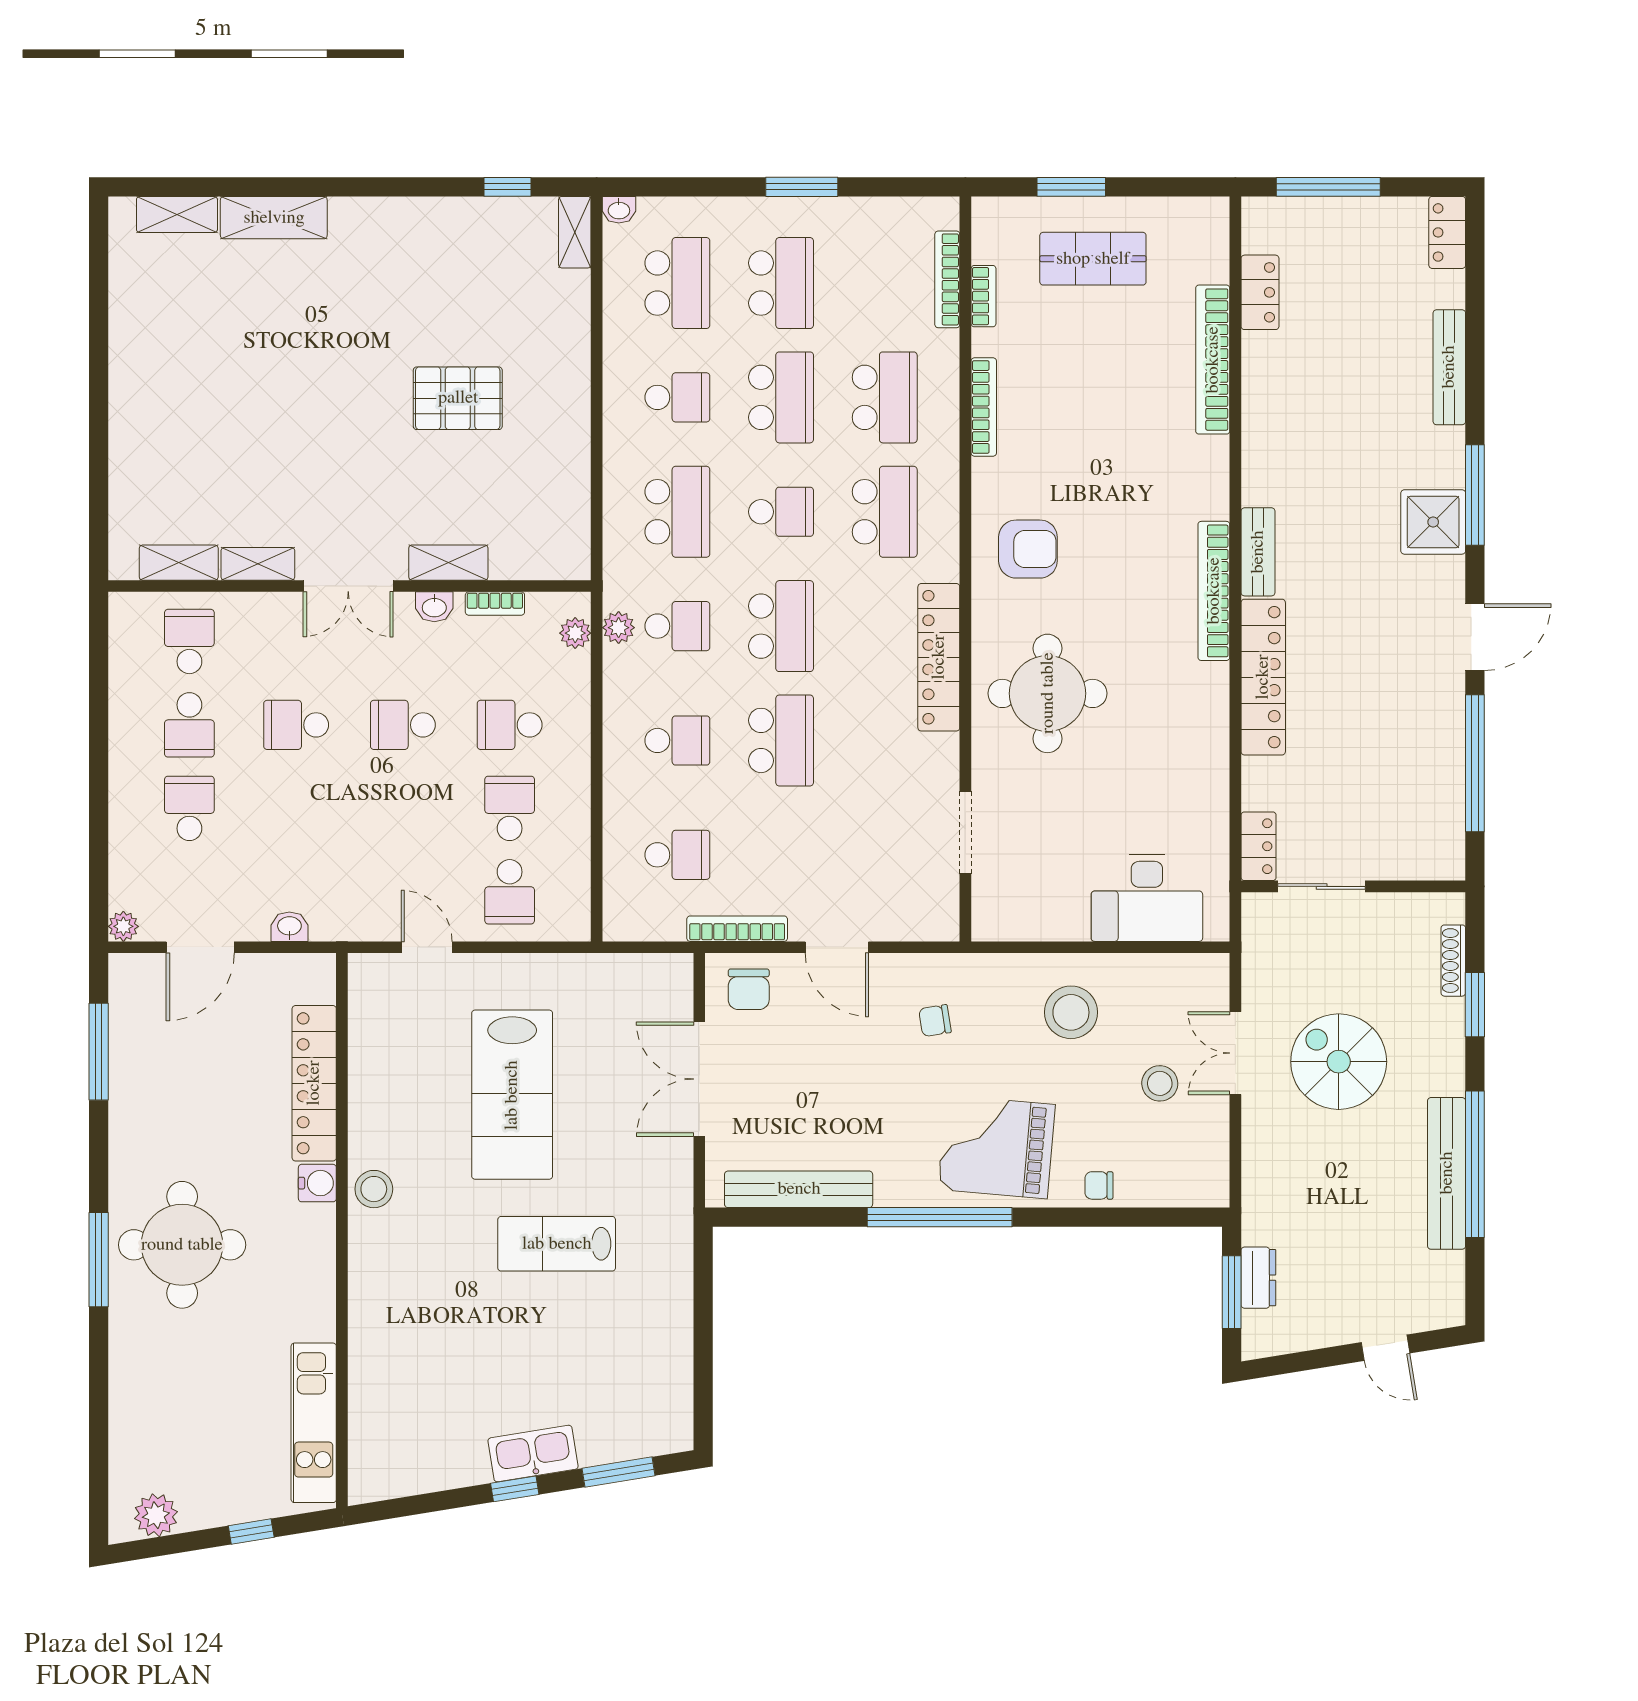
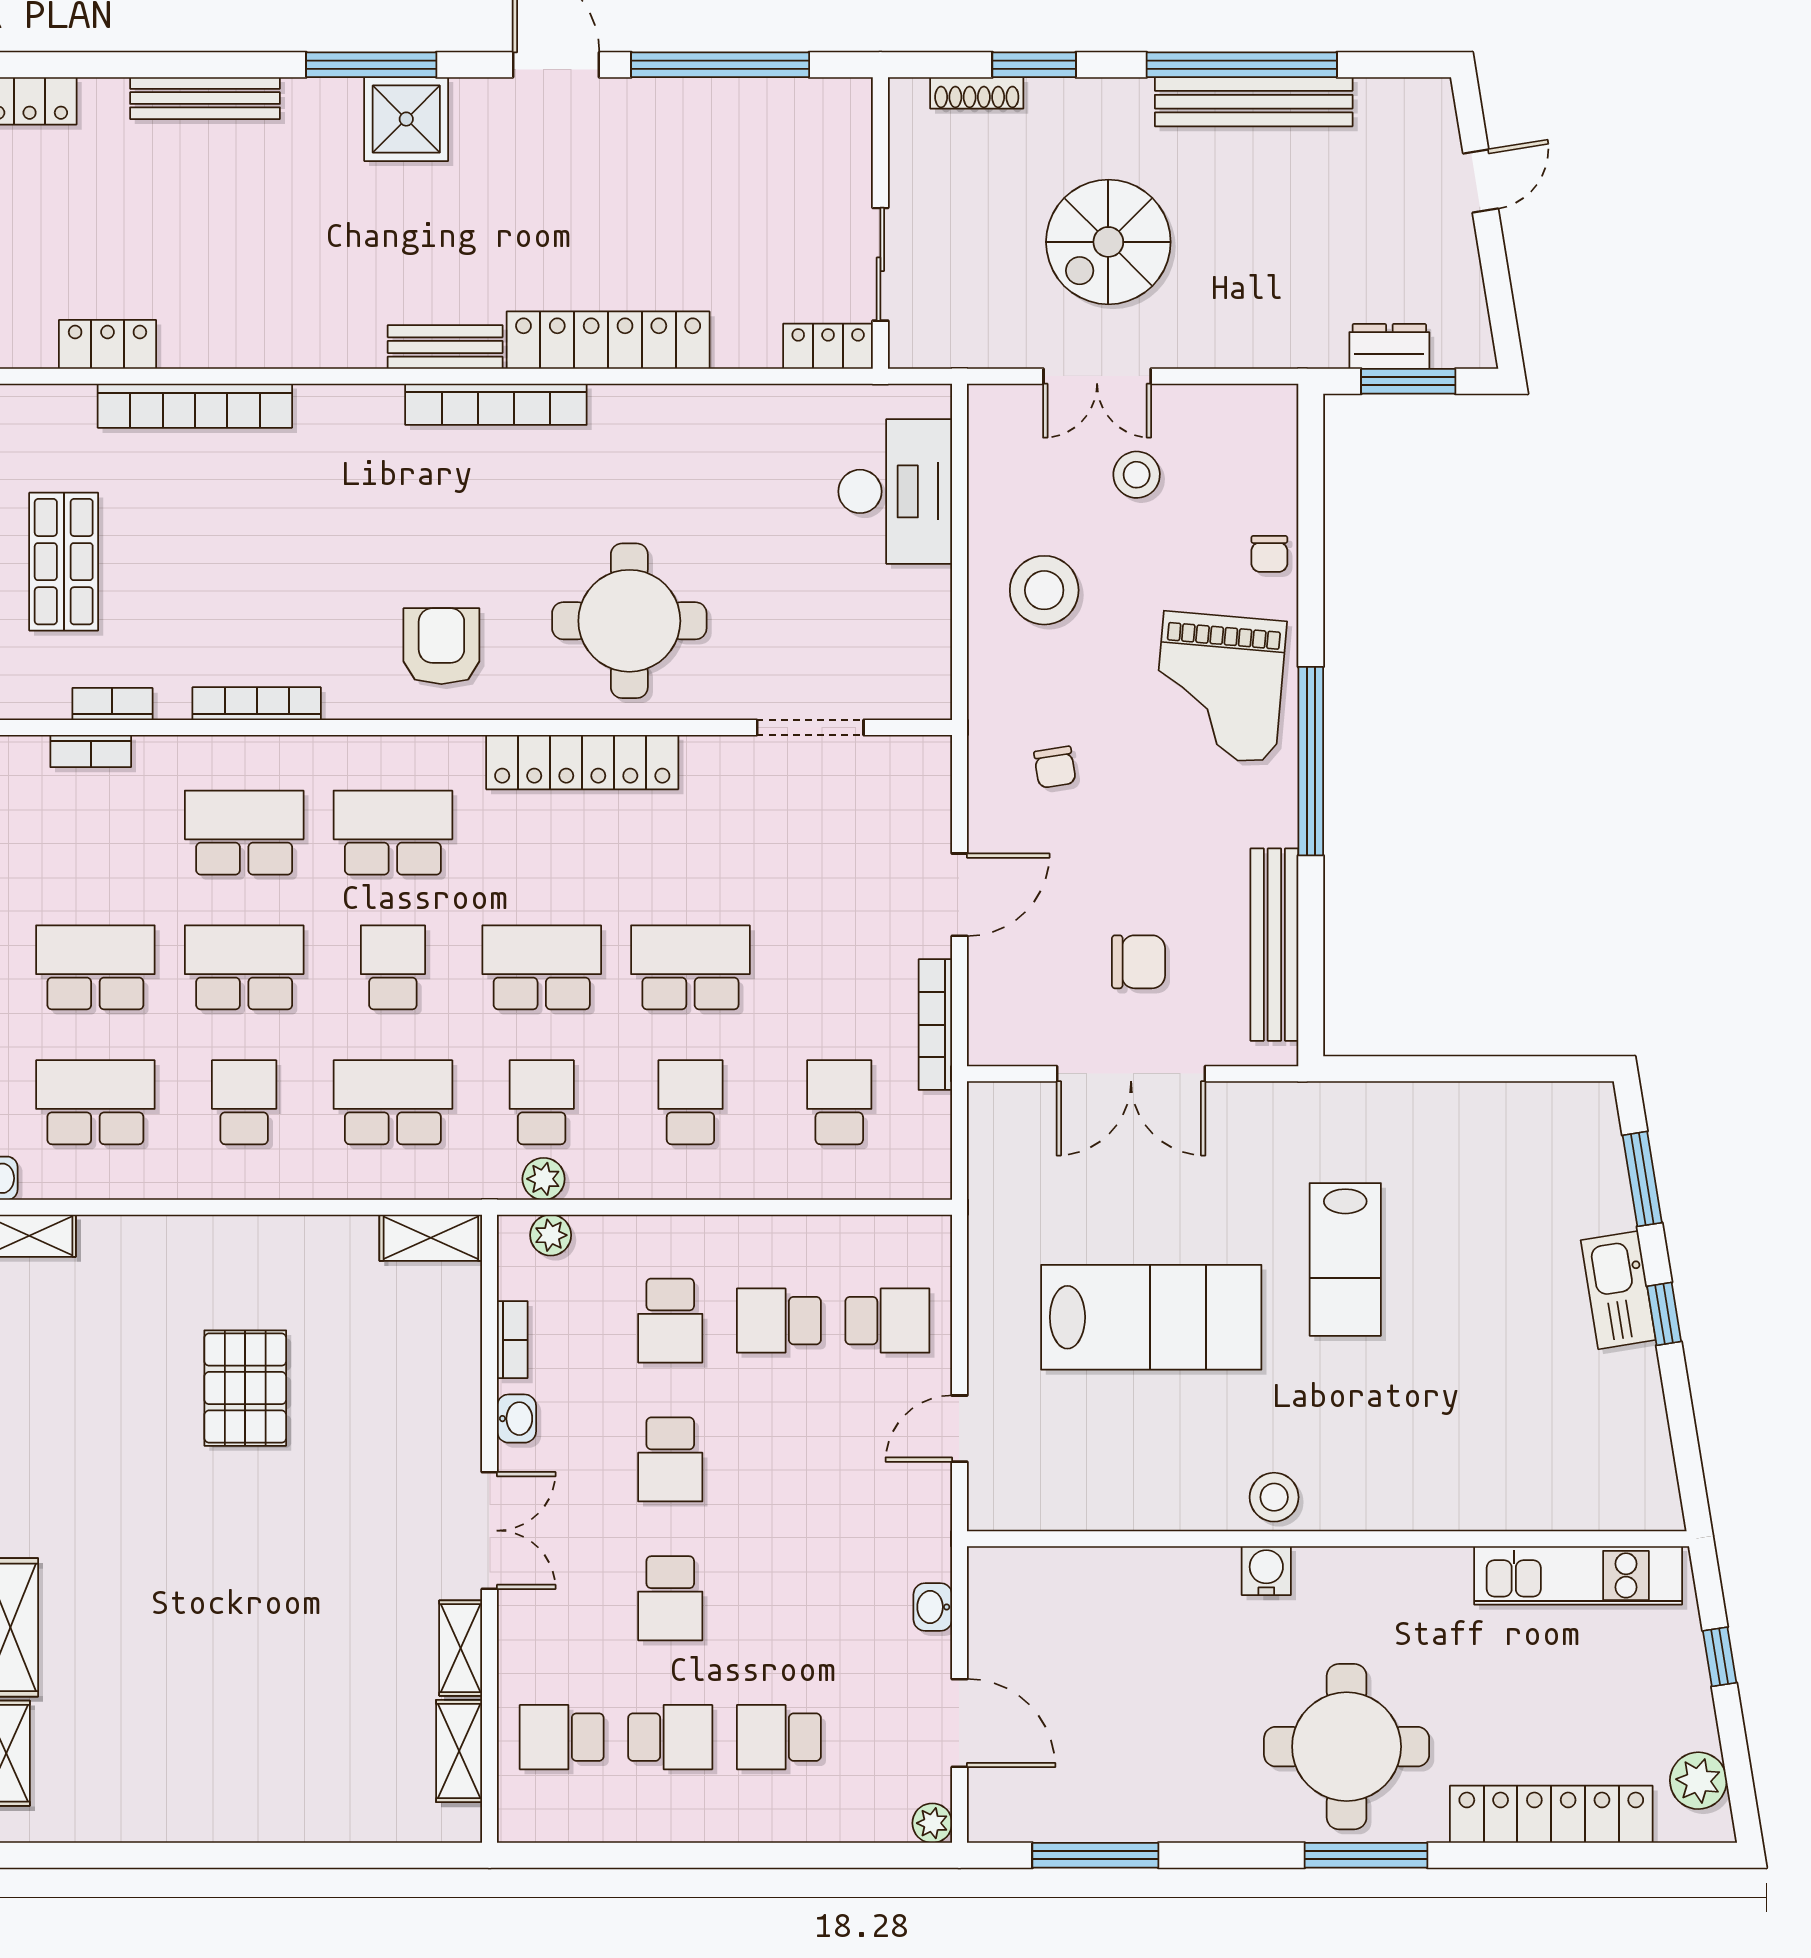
bookcase: (947, 279) -> (91, 751), width x0.64
shelving: (448, 563) -> (431, 1238), moved, turned 90
chair: (749, 989) -> (1139, 962), moved
locker: (314, 1083) -> (1551, 1814), moved, turned 180

